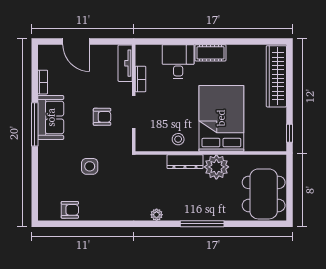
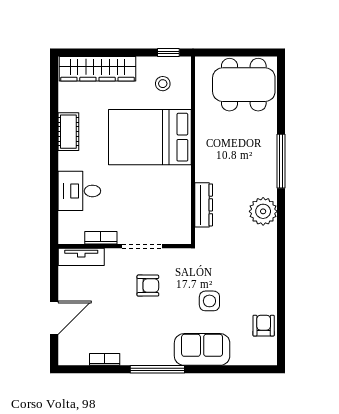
cot: (211, 53) -> (68, 132), moved
sofa: (51, 117) -> (202, 349), moved
armchair: (102, 117) -> (148, 286), turned 90
stool: (178, 139) -> (163, 84), moved
dresser: (185, 162) -> (204, 205), moved
plant: (216, 167) -> (210, 143), removed
plant: (157, 215) -> (263, 211), width x1.88, depth x1.88

